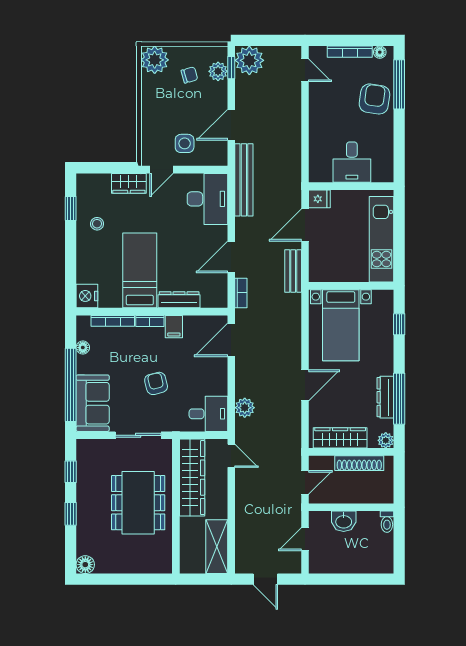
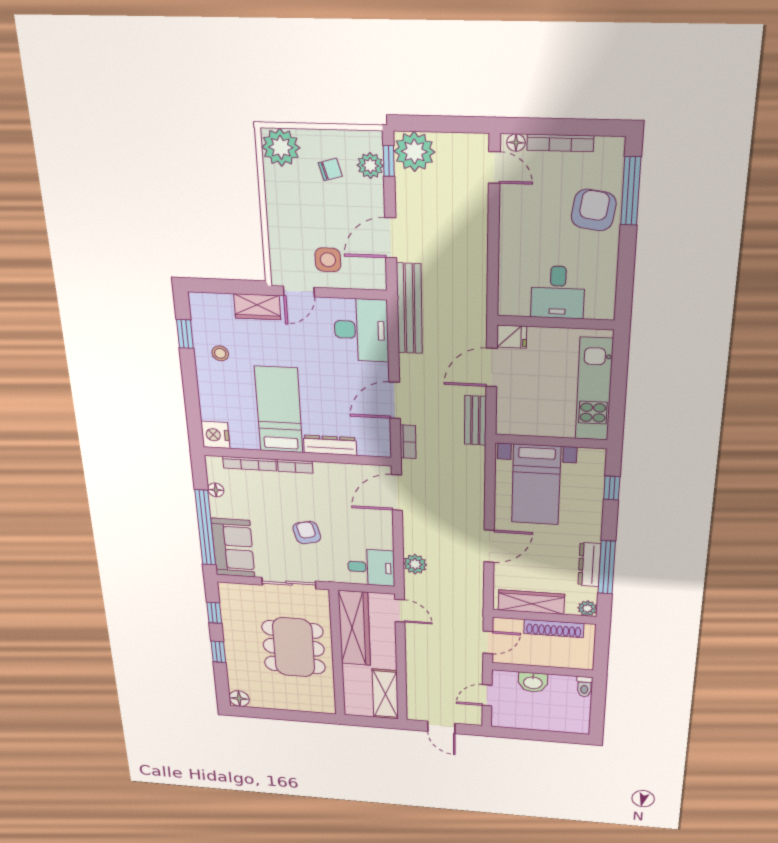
floor lamp: (380, 52) -> (516, 143), moved
filing cabinet: (174, 327) -> (325, 474), removed

